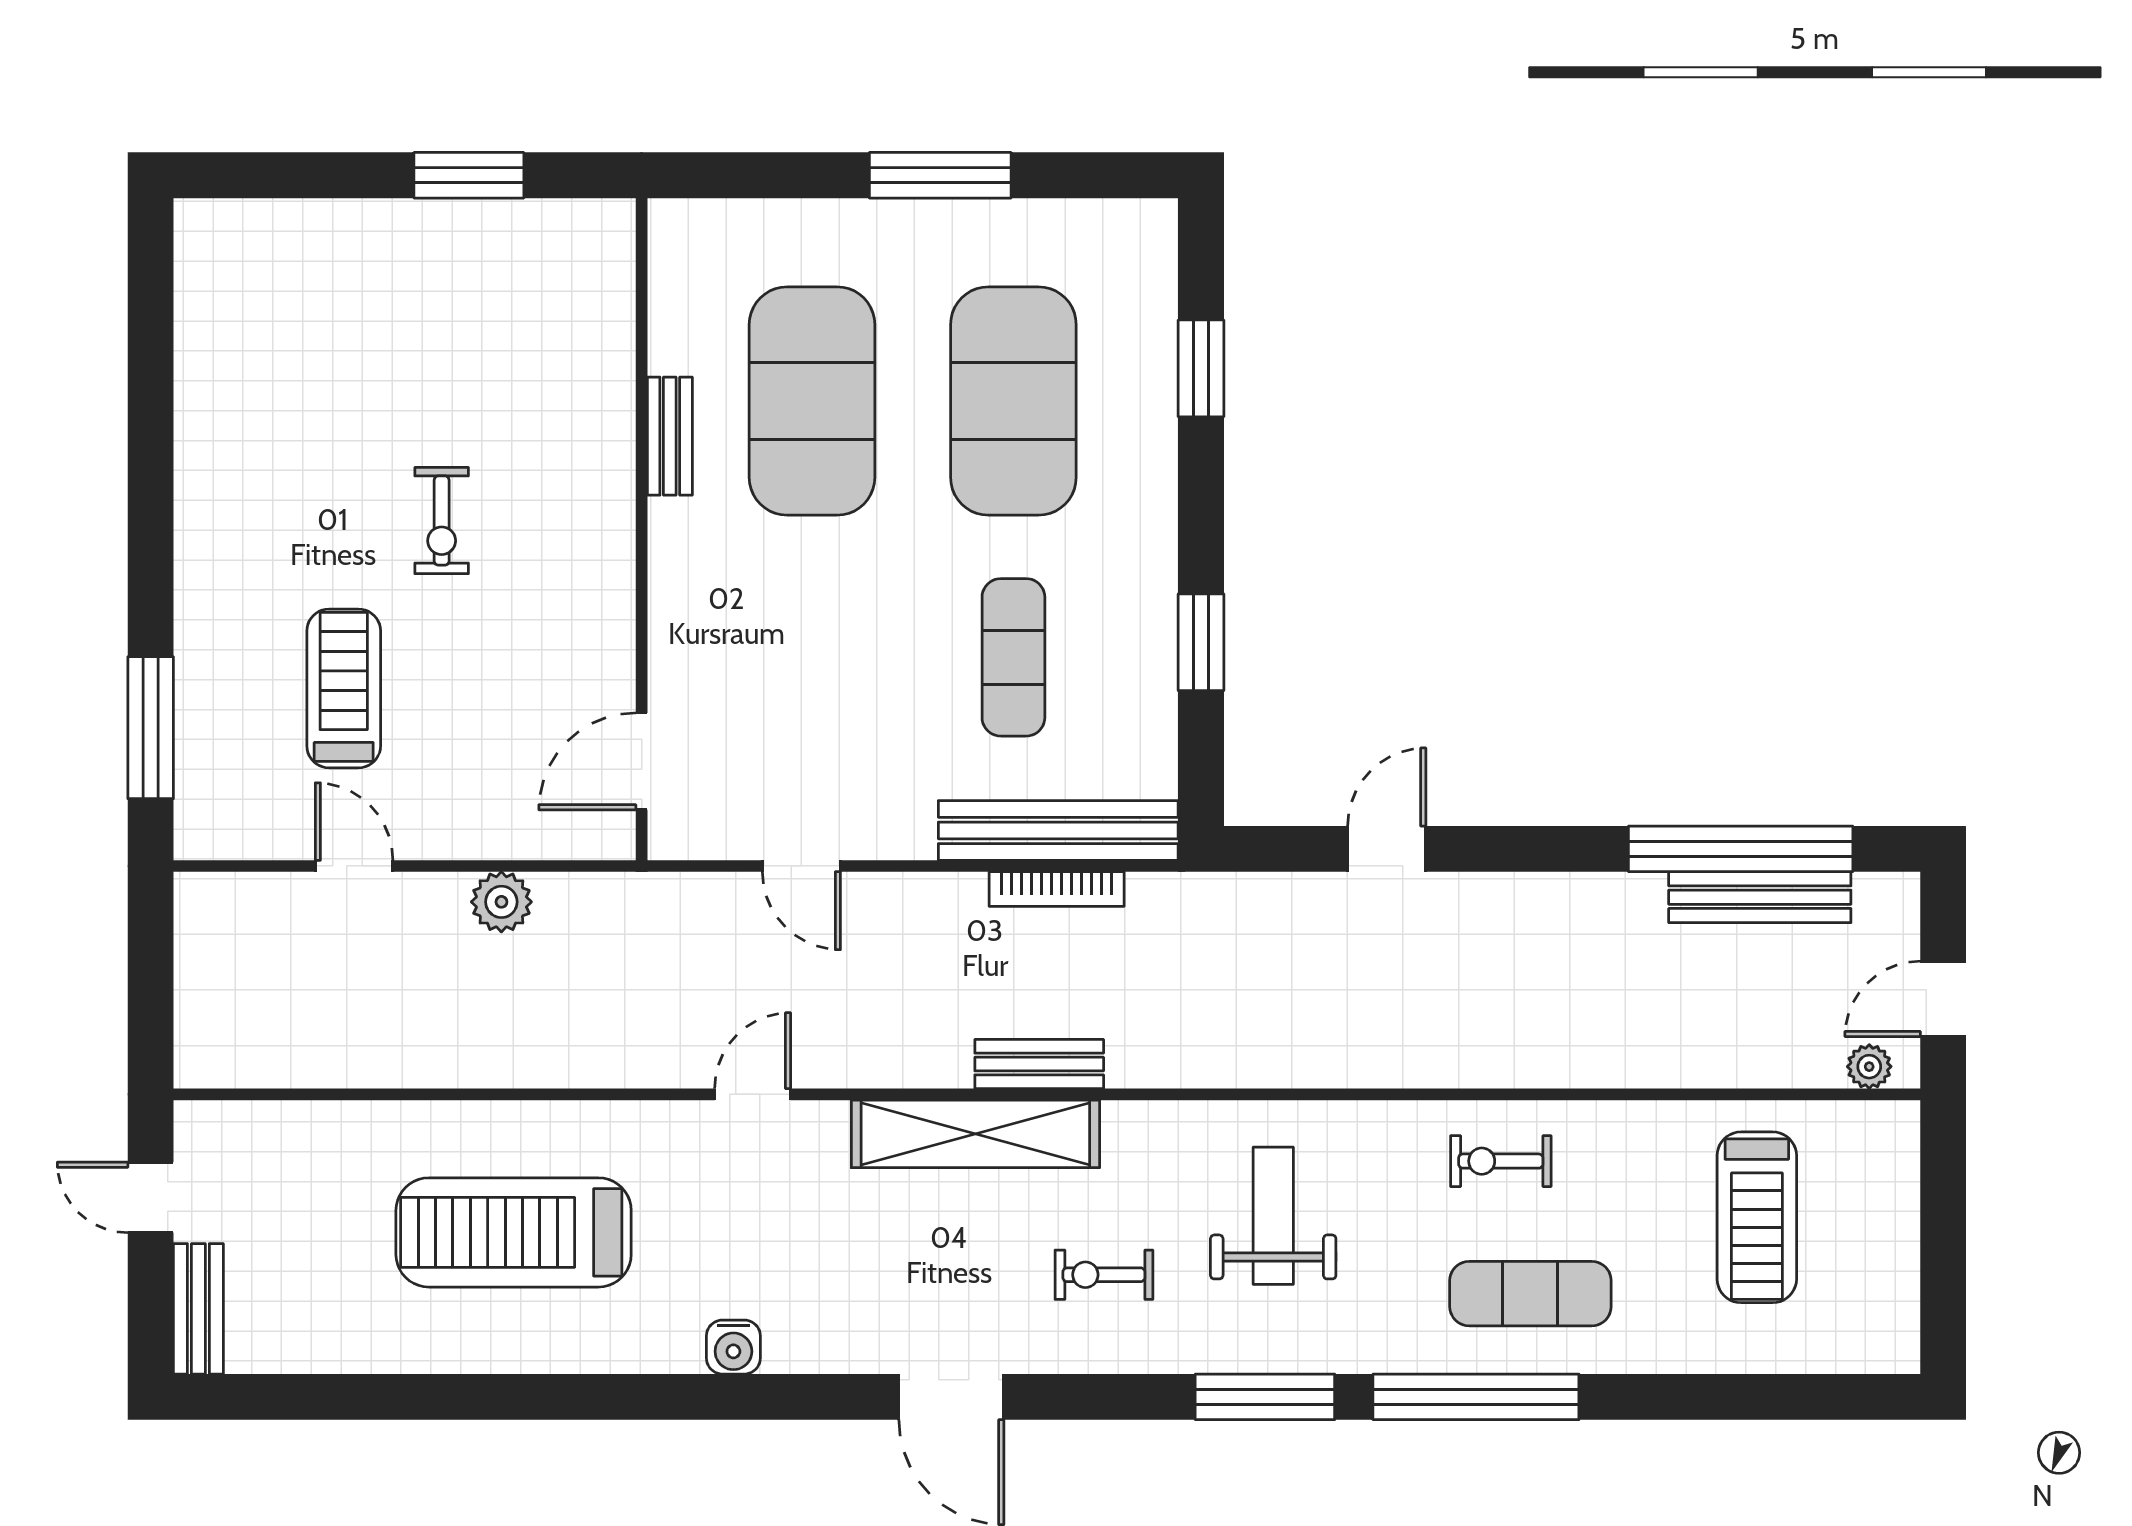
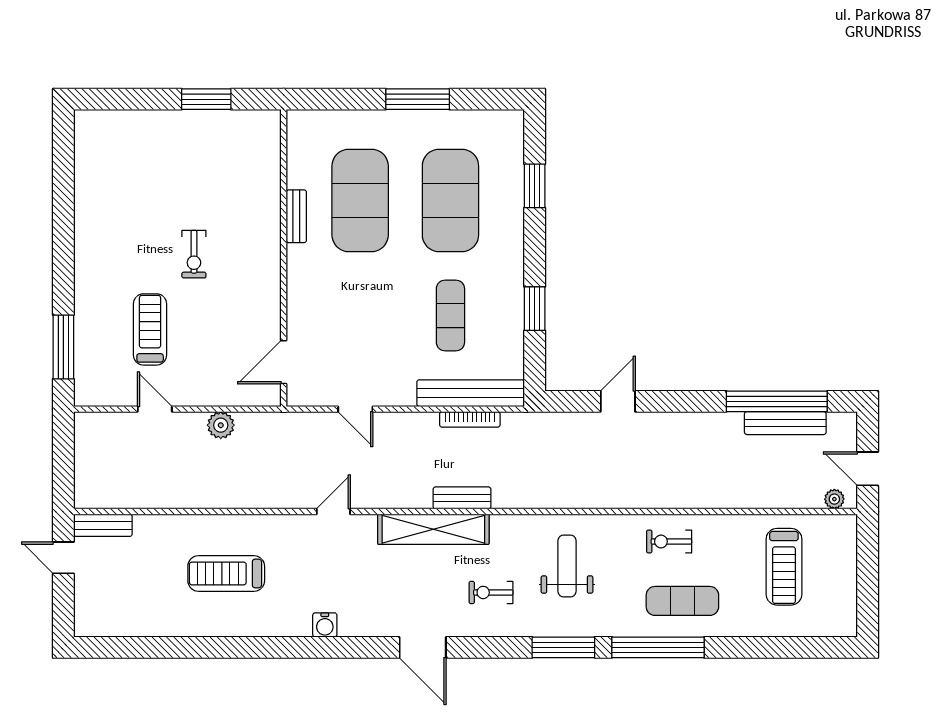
door: (1943, 999) -> (868, 469), hinge flipped
treadmill: (514, 1232) -> (226, 573), width x0.73, depth x0.73
bench: (198, 1309) -> (103, 525), moved, turned 90

